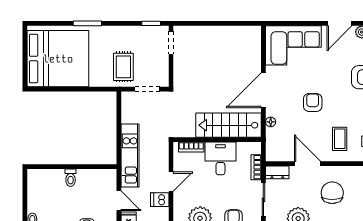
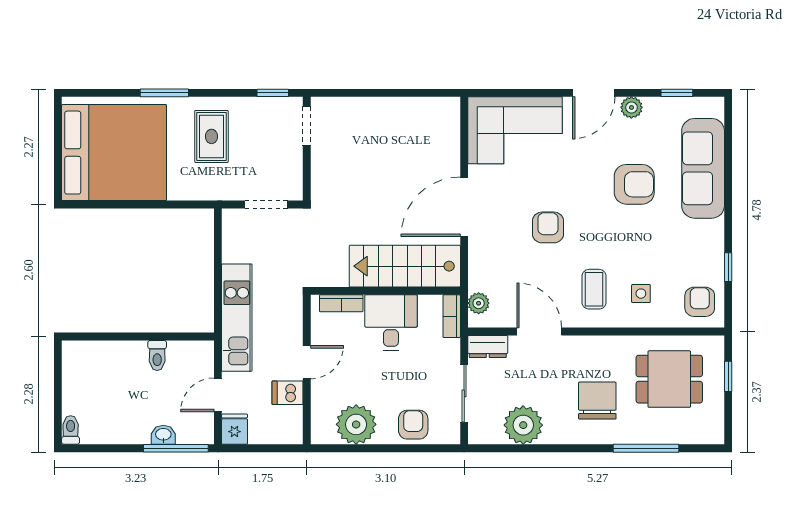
rug: (123, 67) -> (211, 136), moved
floor lamp: (271, 122) -> (476, 261), removed
plant: (272, 147) -> (479, 303), added
bookcase: (256, 167) -> (452, 316), moved
toilet: (71, 178) -> (157, 355), moved
chair: (332, 193) -> (597, 401), moved
door: (119, 201) -> (218, 395), swing flipped

